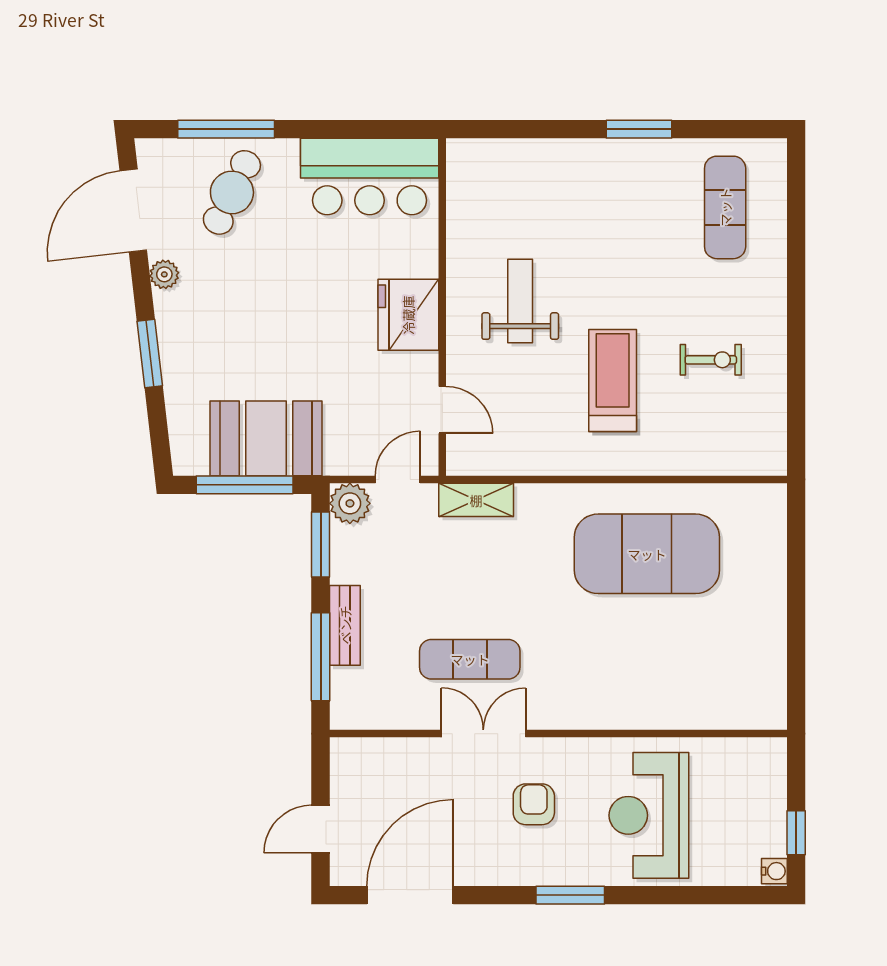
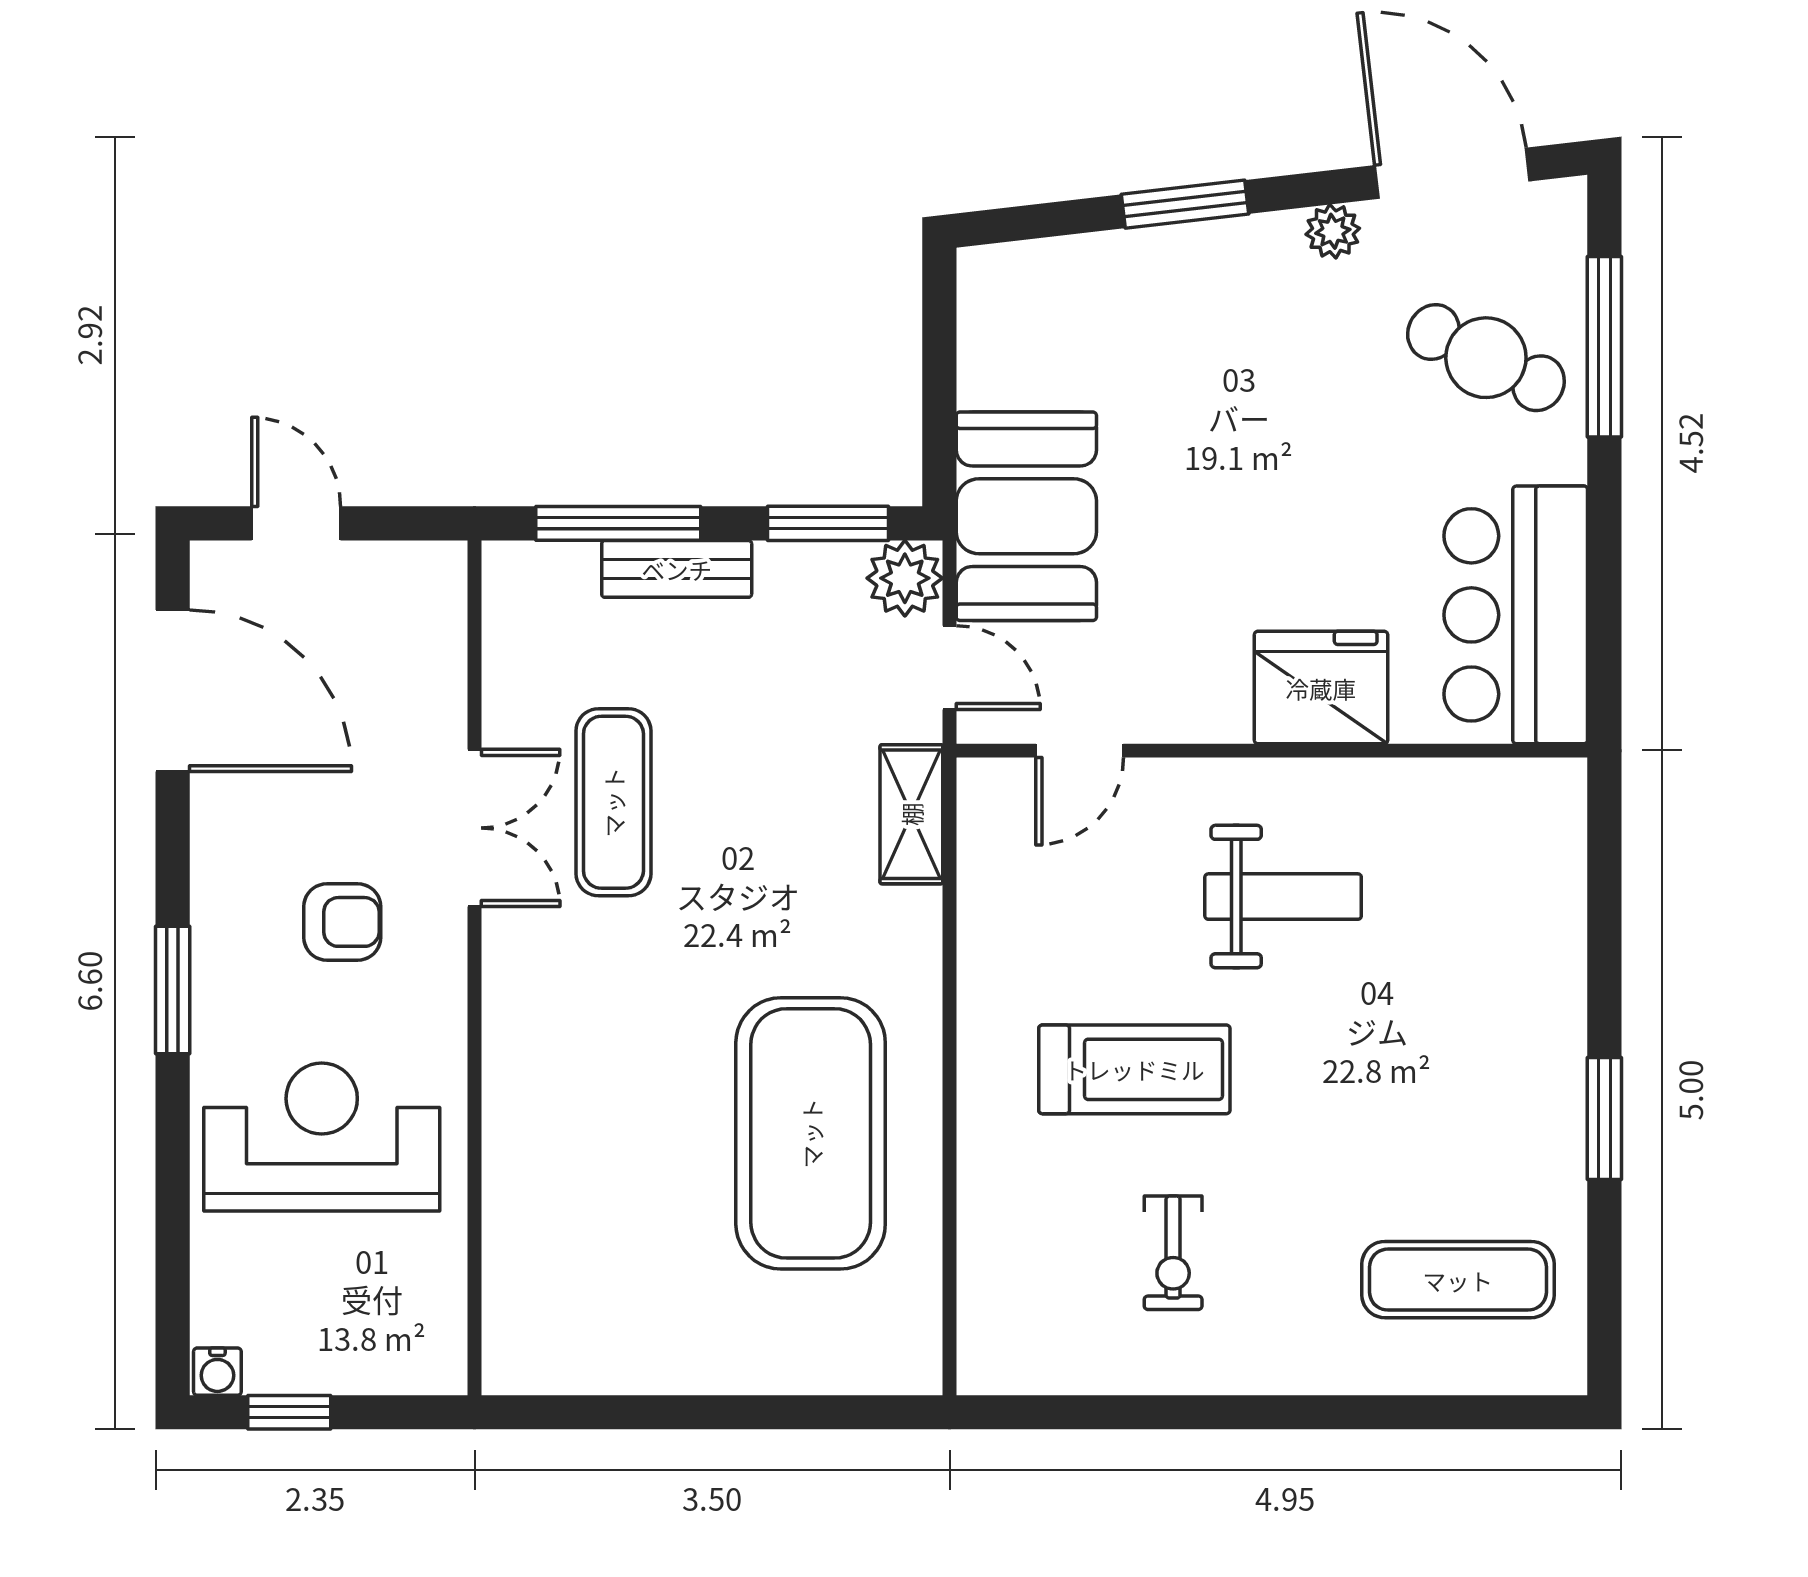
fridge: (408, 315) -> (1321, 688), moved
booth: (266, 438) -> (1026, 516), moved
window: (245, 485) -> (939, 382), removed

